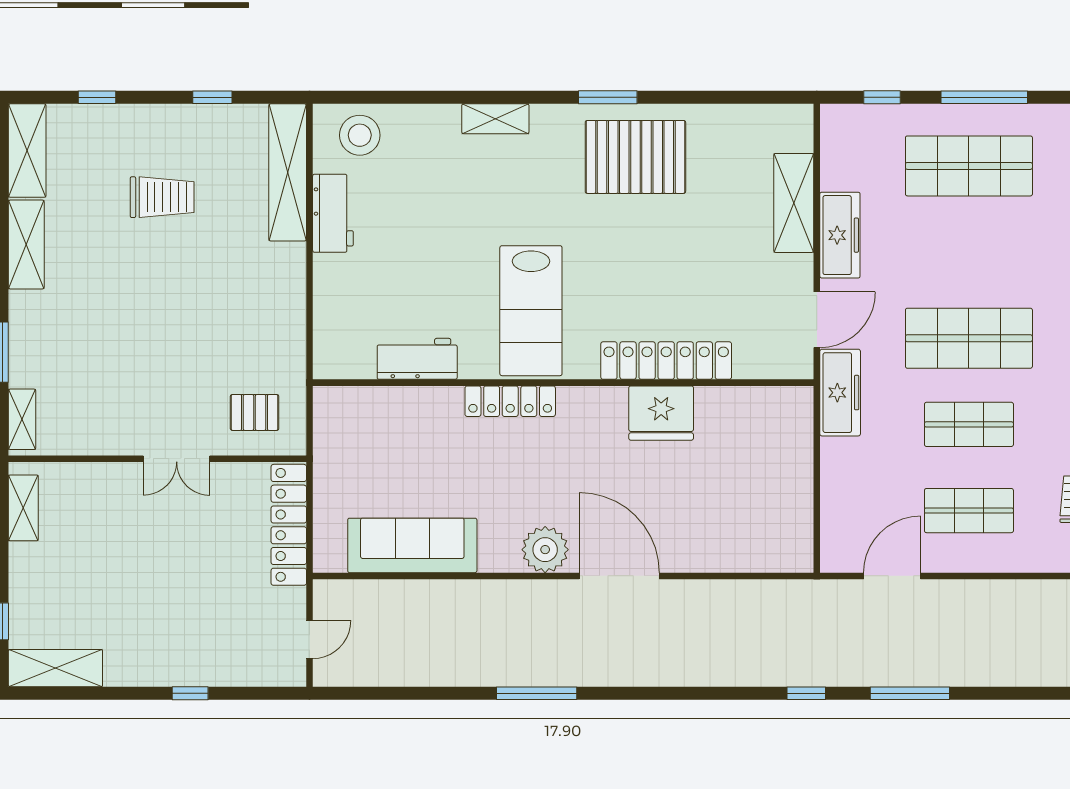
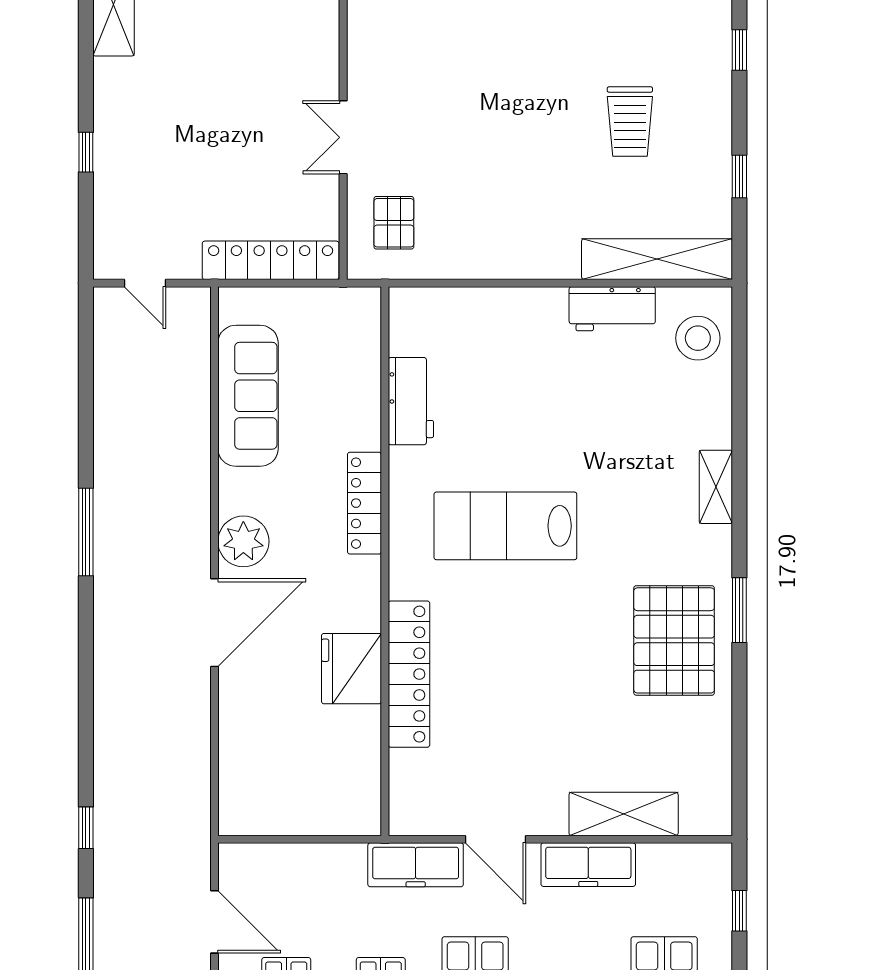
workbench: (417, 359) -> (411, 401), moved
locker: (666, 361) -> (409, 674), moved
wall: (563, 383) -> (385, 561), moved
locker: (510, 401) -> (364, 503), moved
fridge: (661, 413) -> (351, 669), moved

